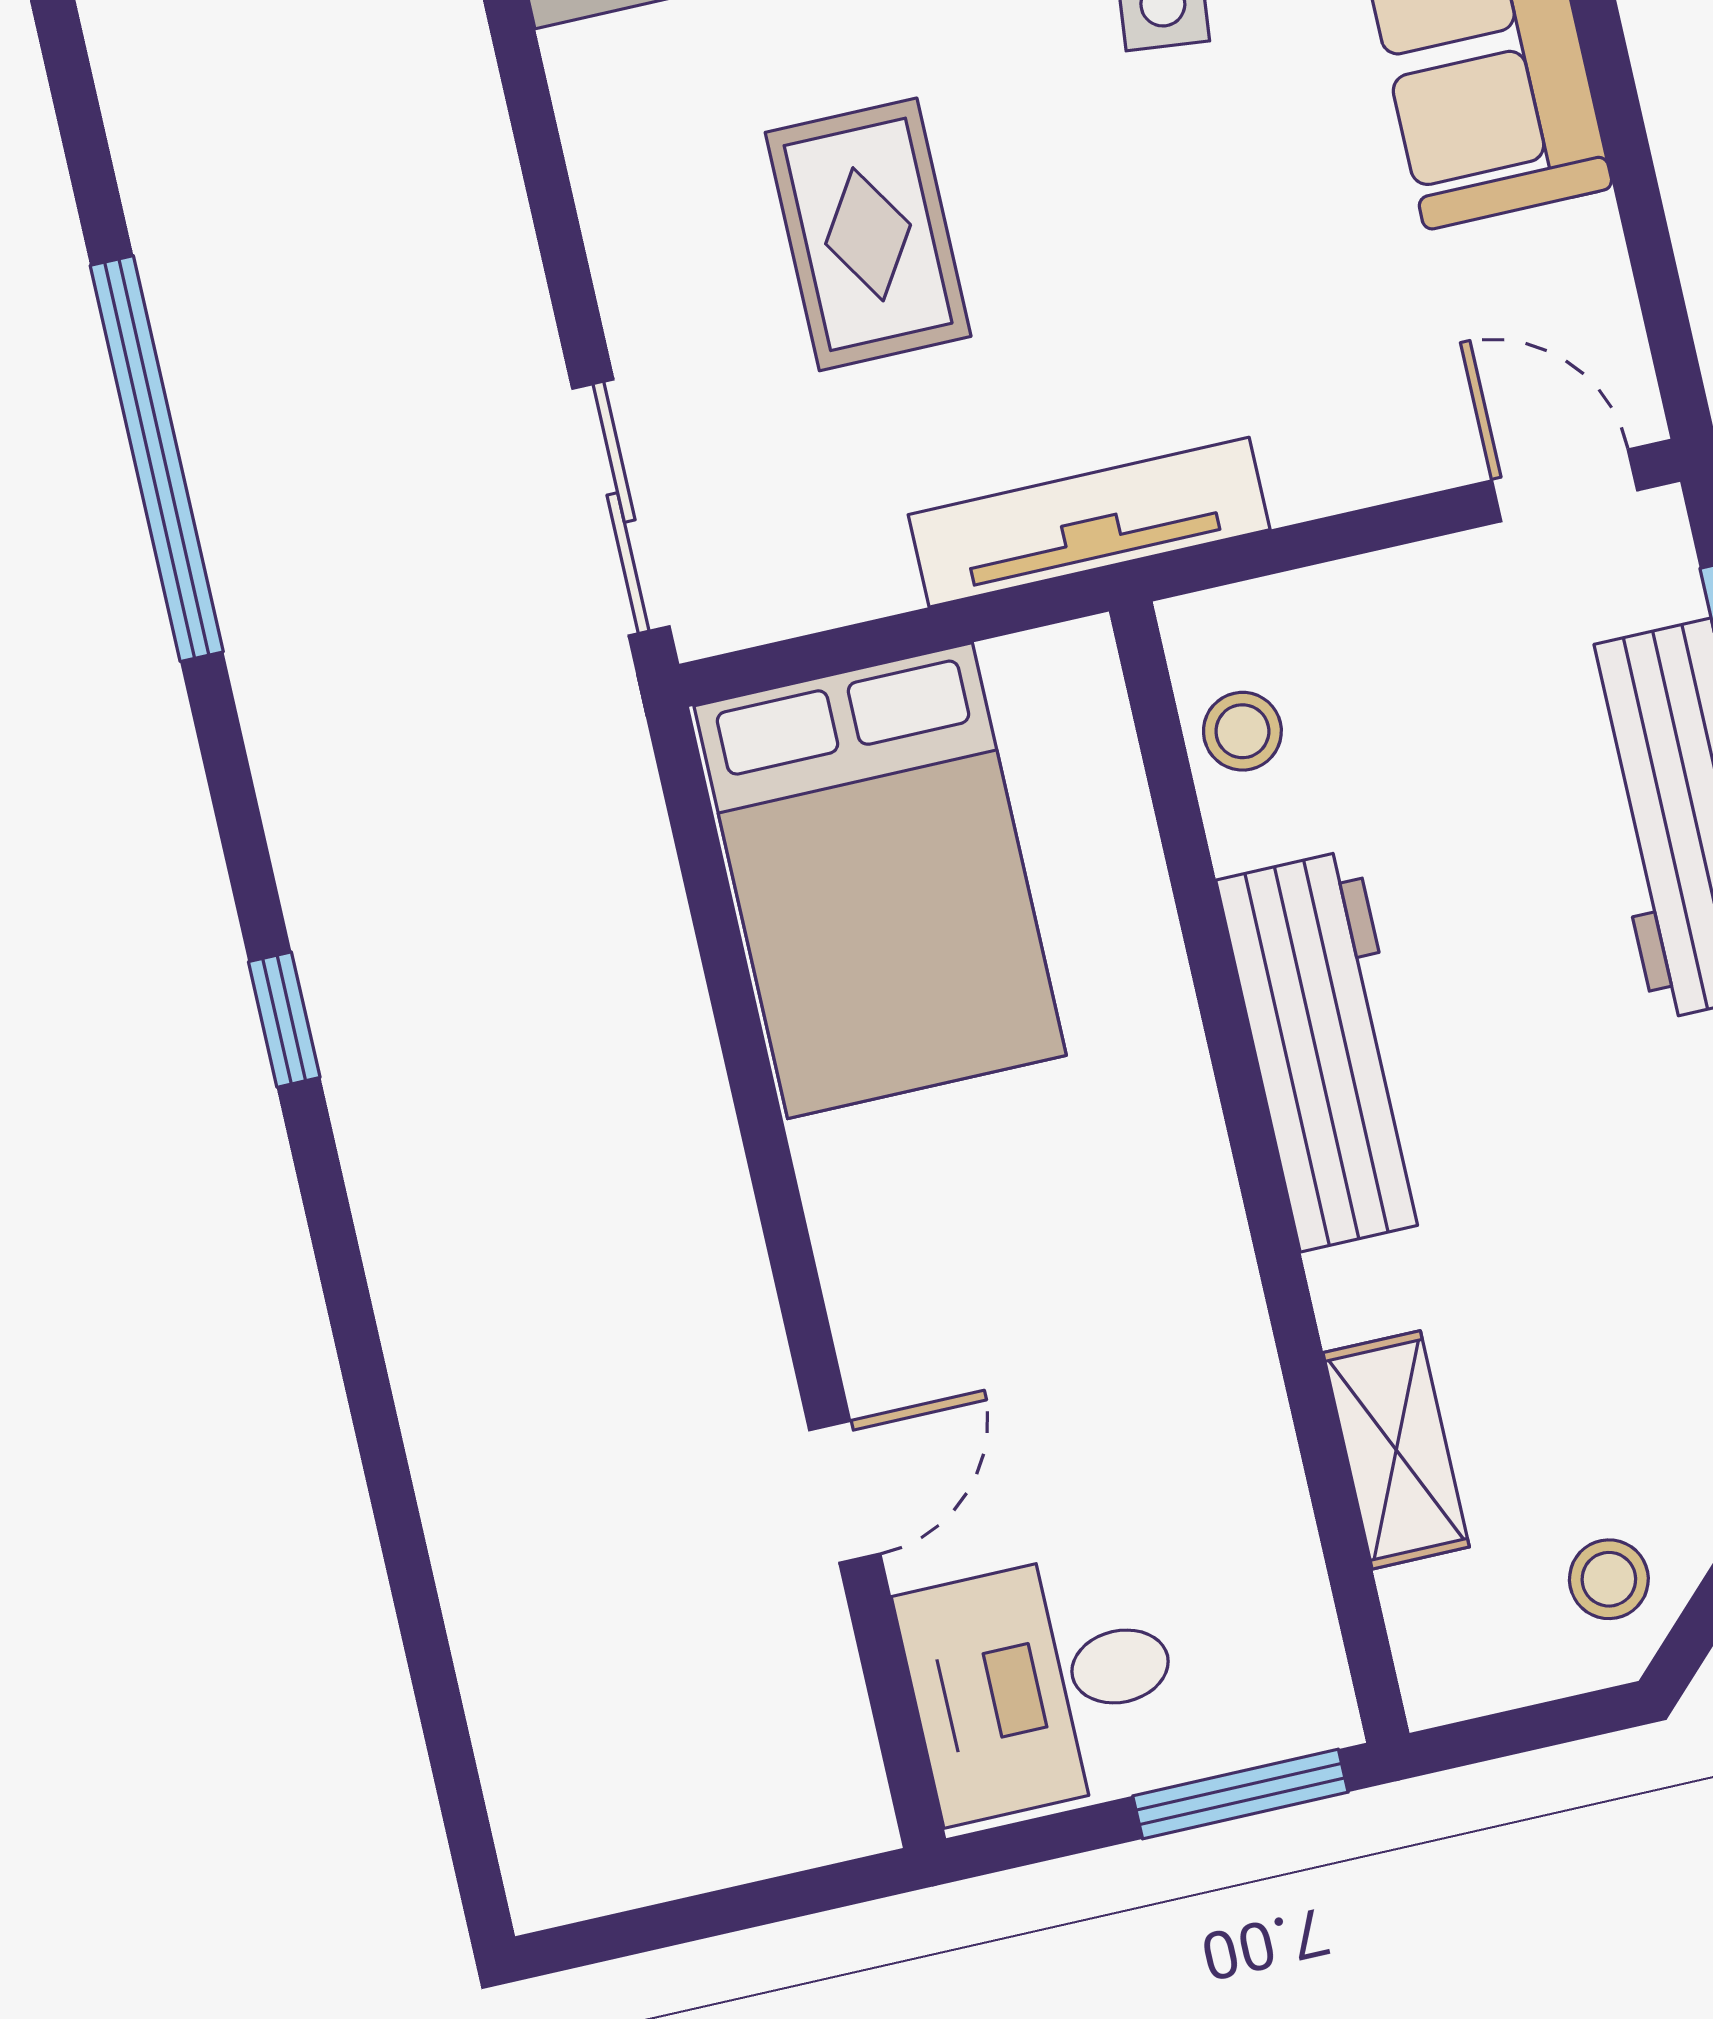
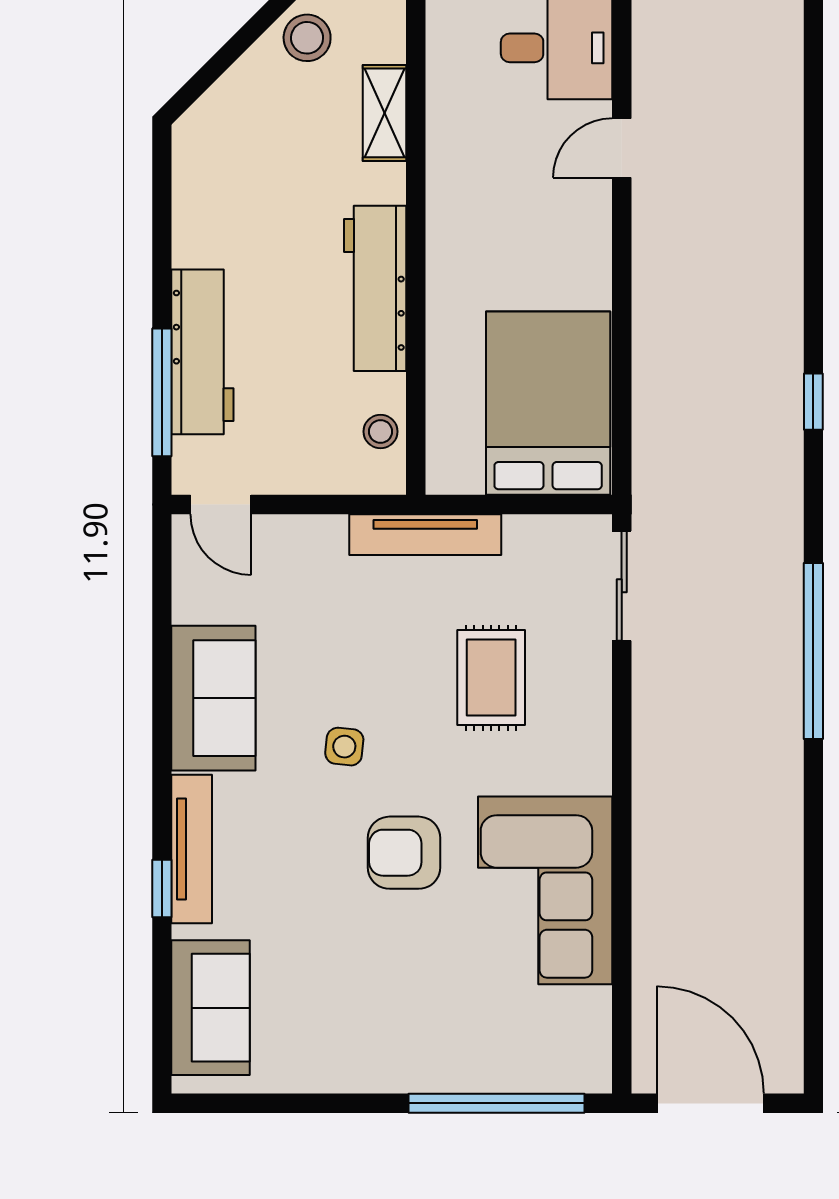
stool: (1609, 1579) -> (307, 38), width x1.37, depth x1.37

